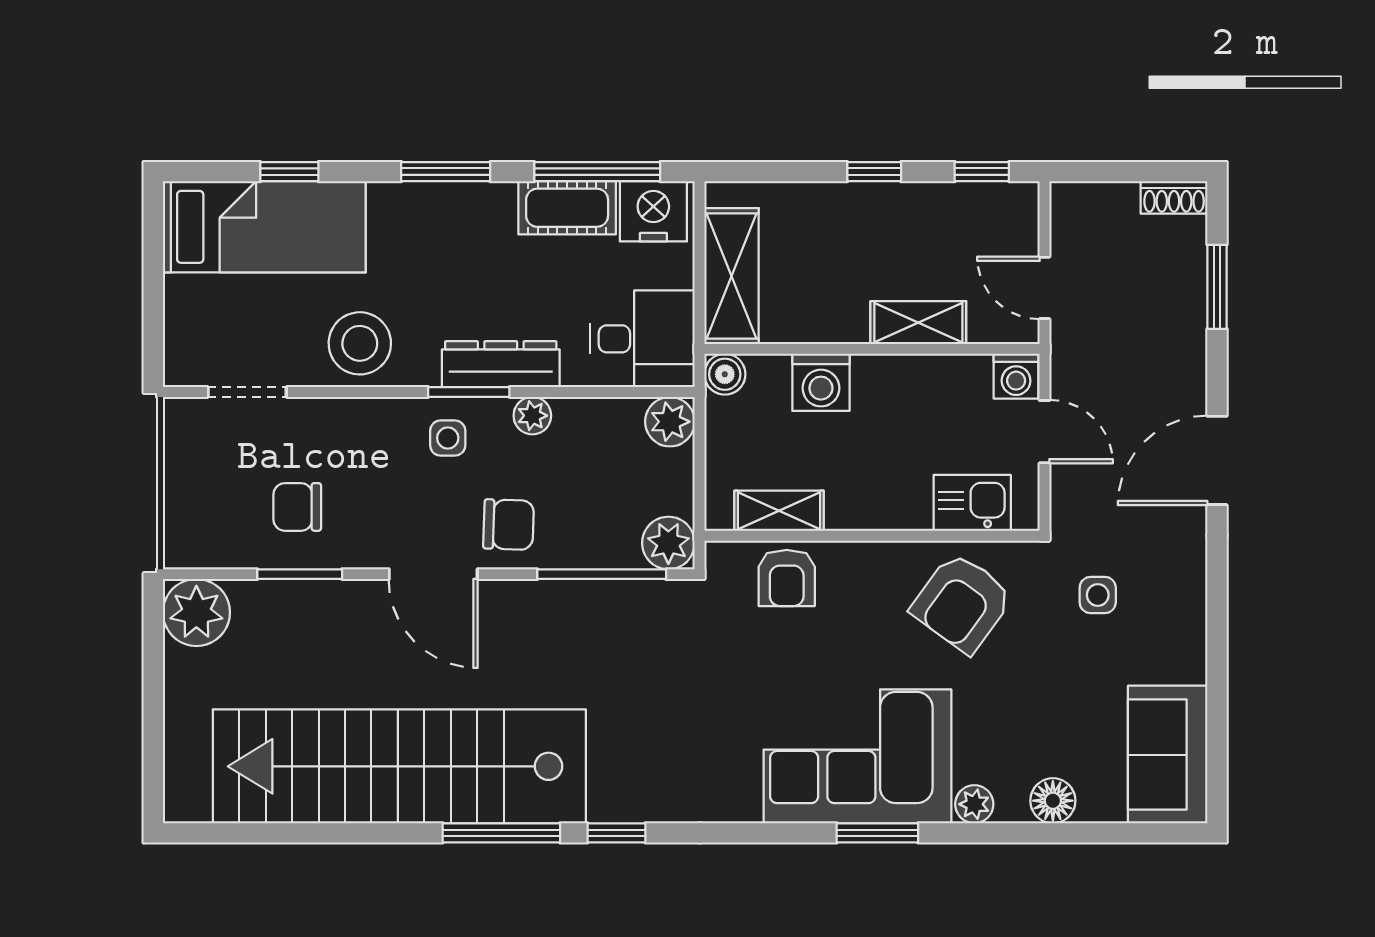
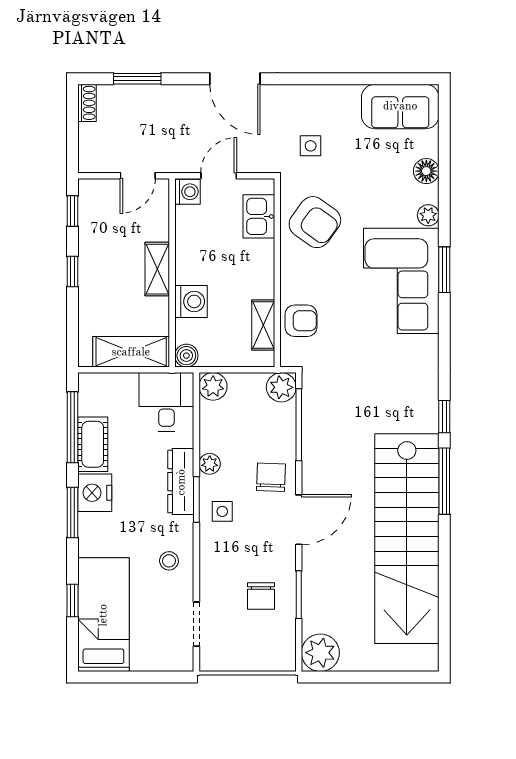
nightstand: (653, 211) -> (95, 493), moved
shelving: (918, 323) -> (157, 269), moved
stool: (360, 343) -> (169, 561), width x0.53, depth x0.53

